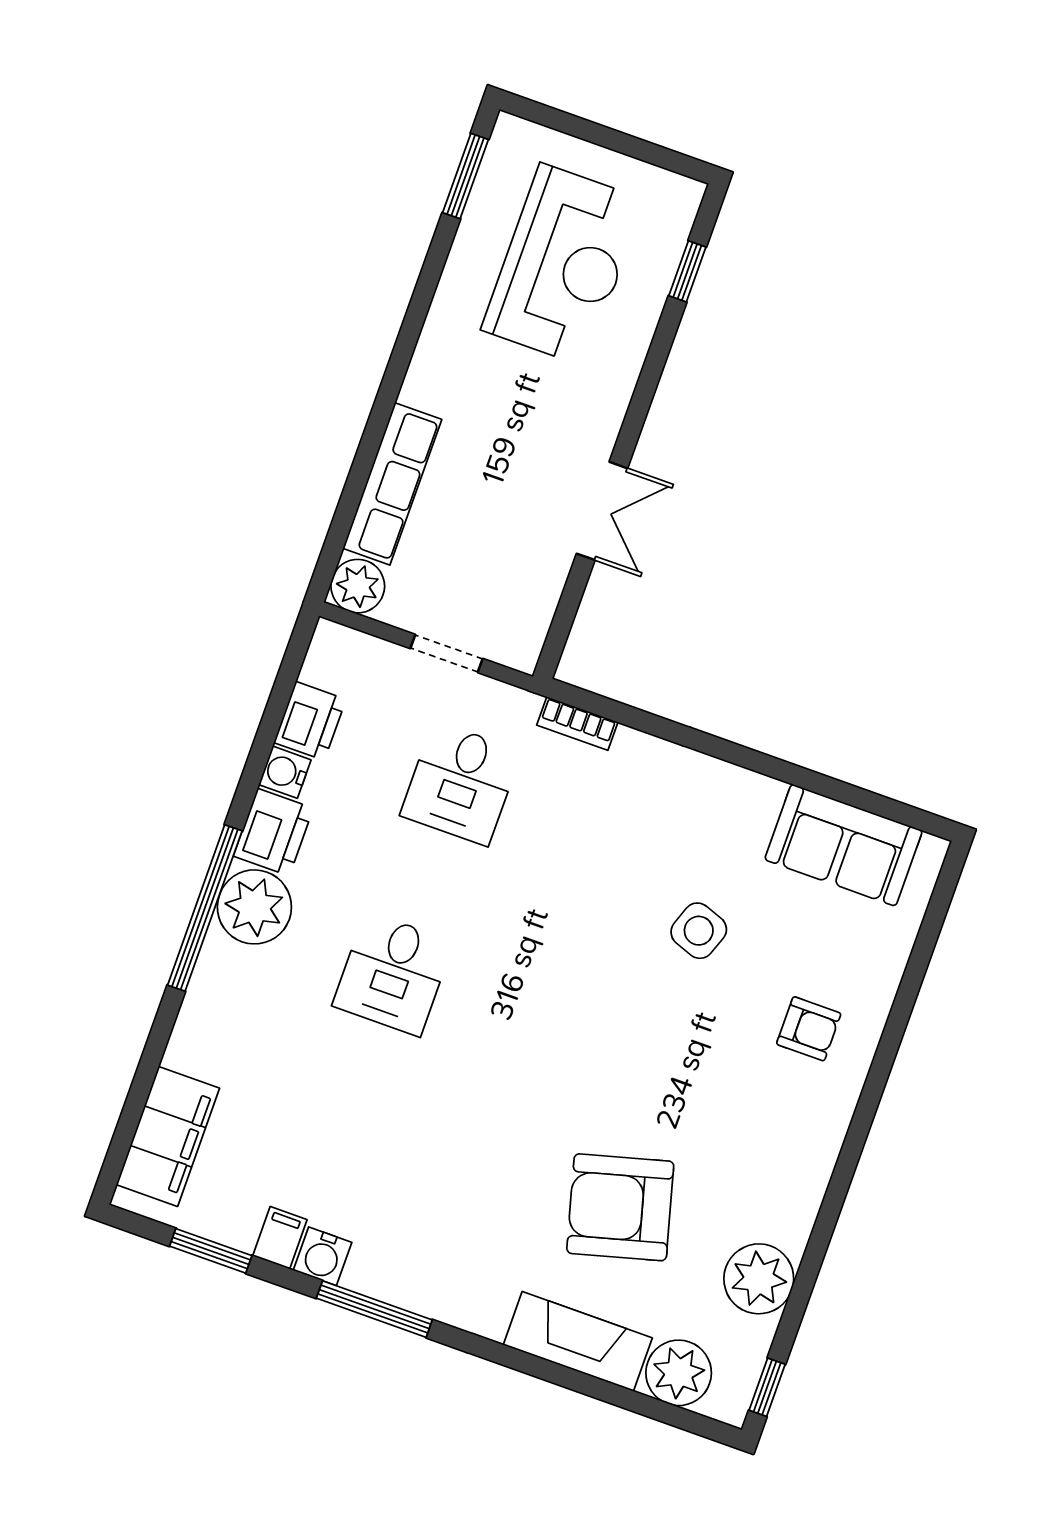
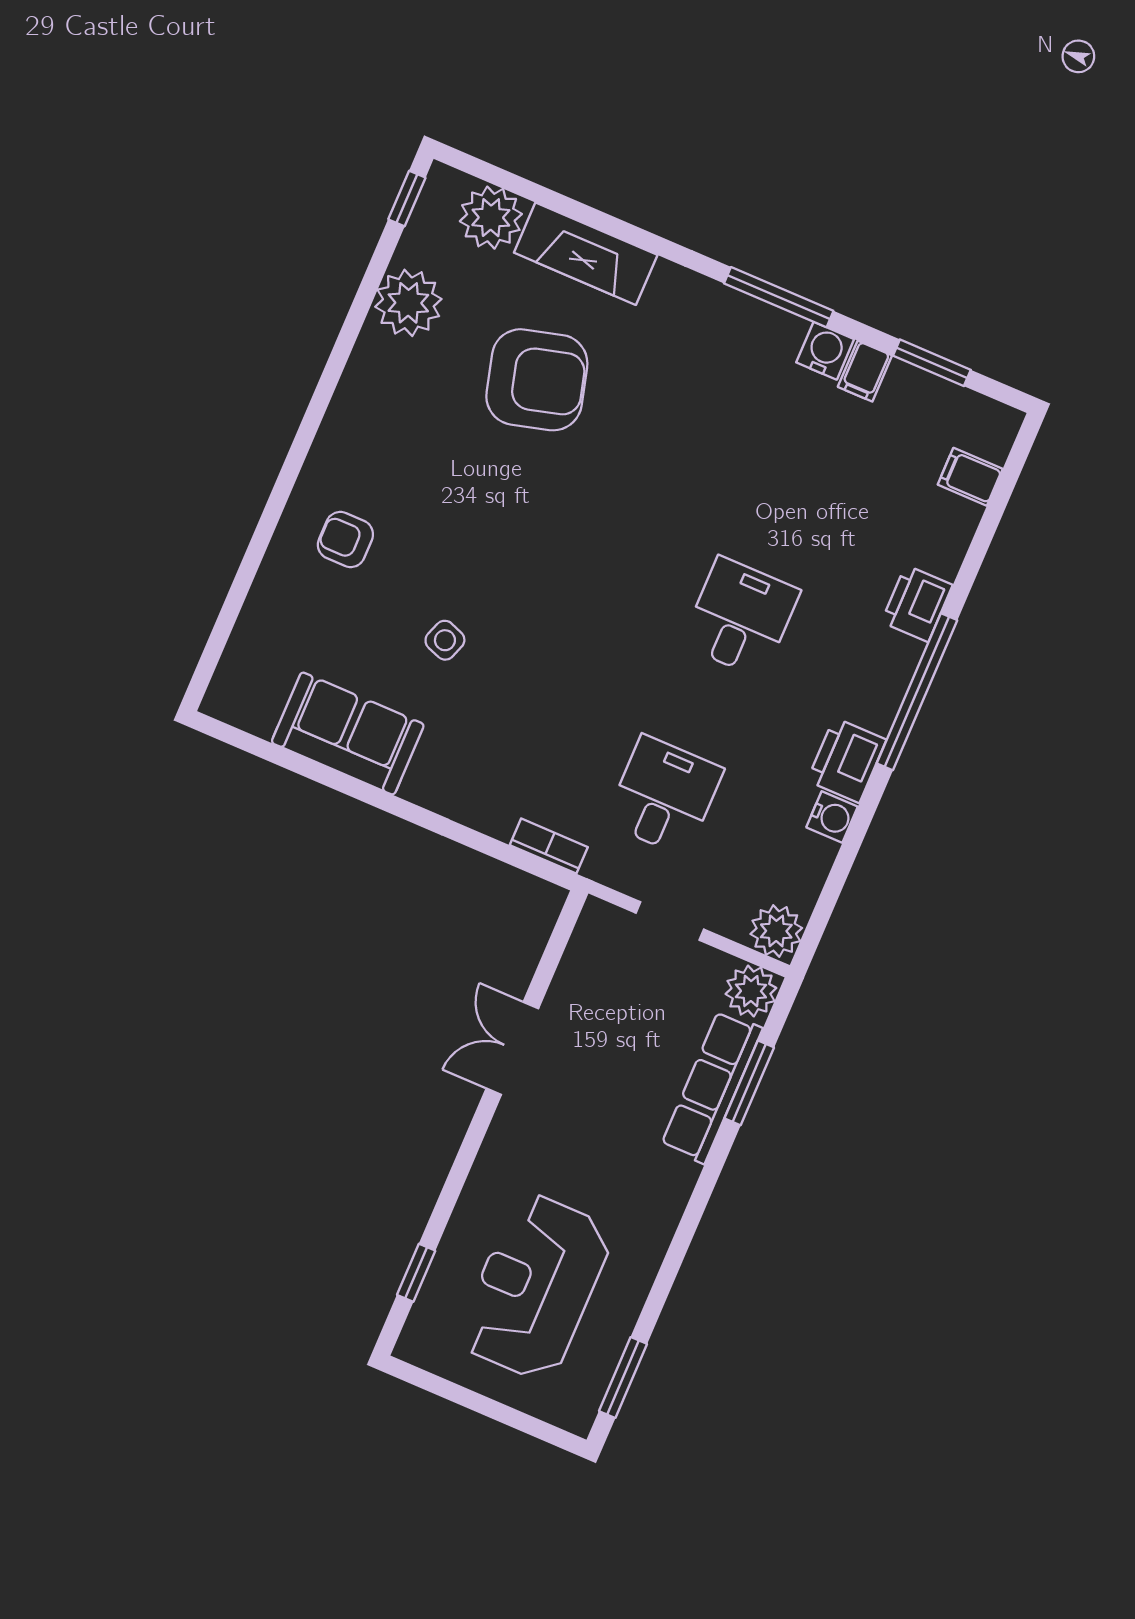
window: (354, 491) -> (749, 1083), added
printer: (310, 721) -> (917, 603), moved
sofa: (844, 845) -> (348, 734), moved
plant: (254, 907) -> (776, 931), moved, width x0.73, depth x0.73
side table: (699, 931) -> (445, 640), width x0.73, depth x0.73
filing cabinet: (168, 1136) -> (970, 477), width x0.33, depth x0.86

